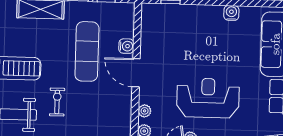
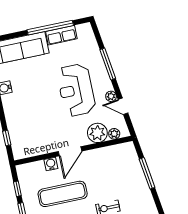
plant: (145, 111) -> (97, 133), width x1.88, depth x1.88

